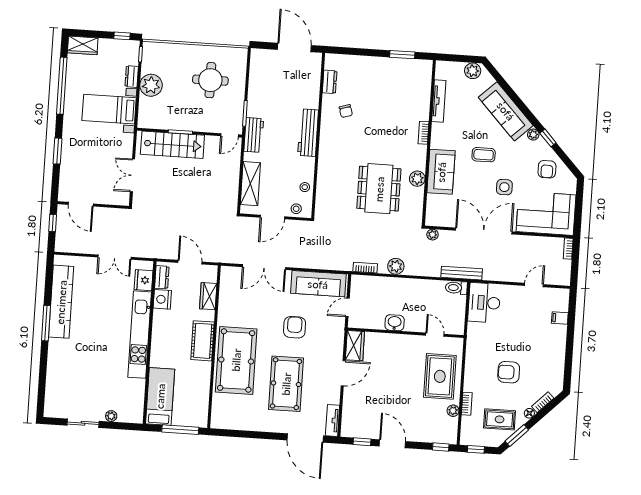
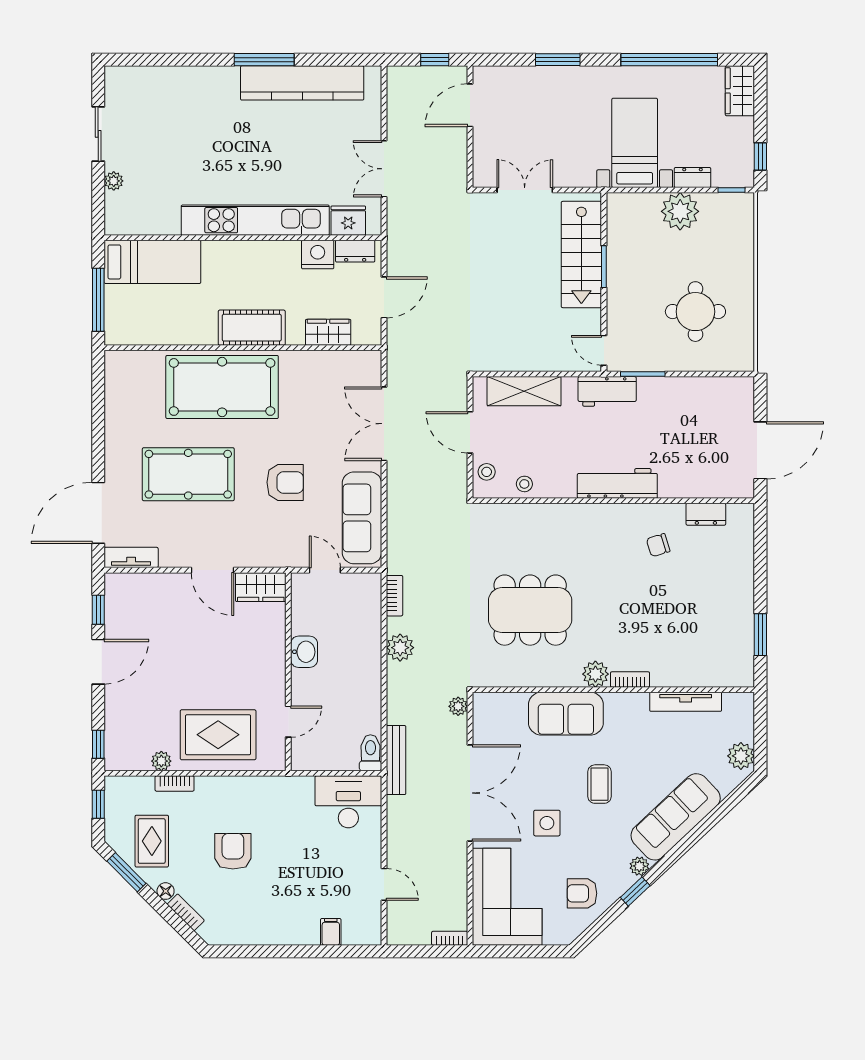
plant: (417, 179) -> (595, 674), moved

